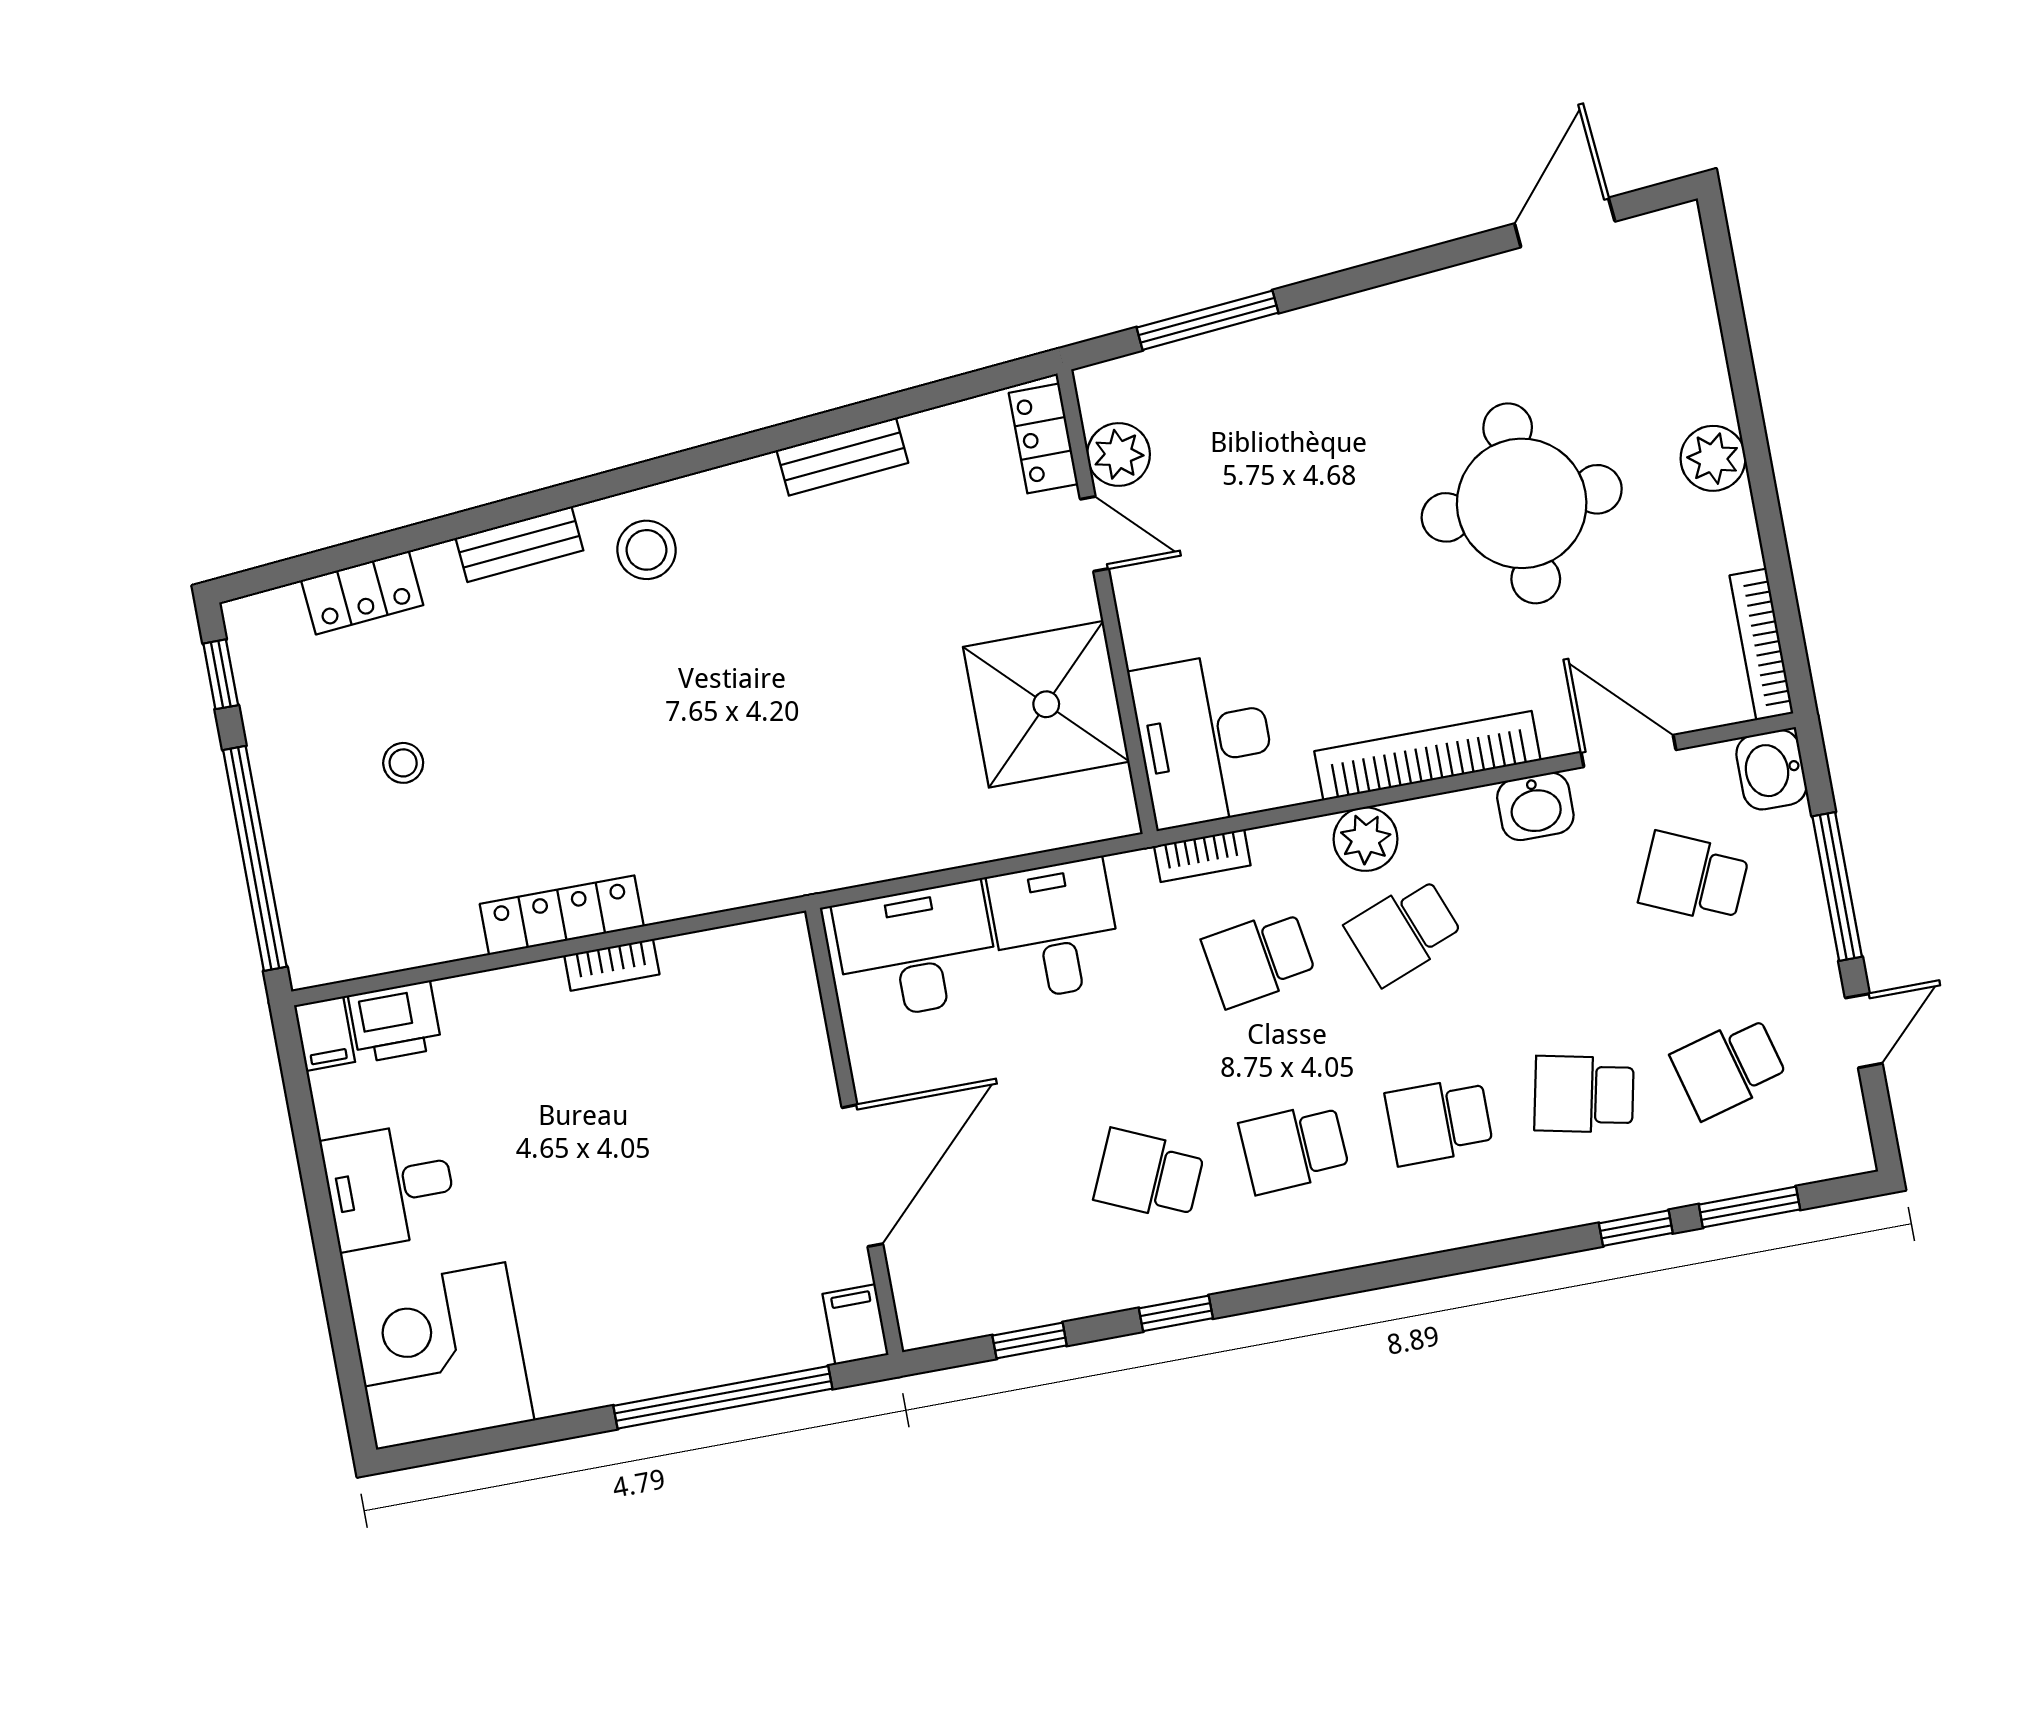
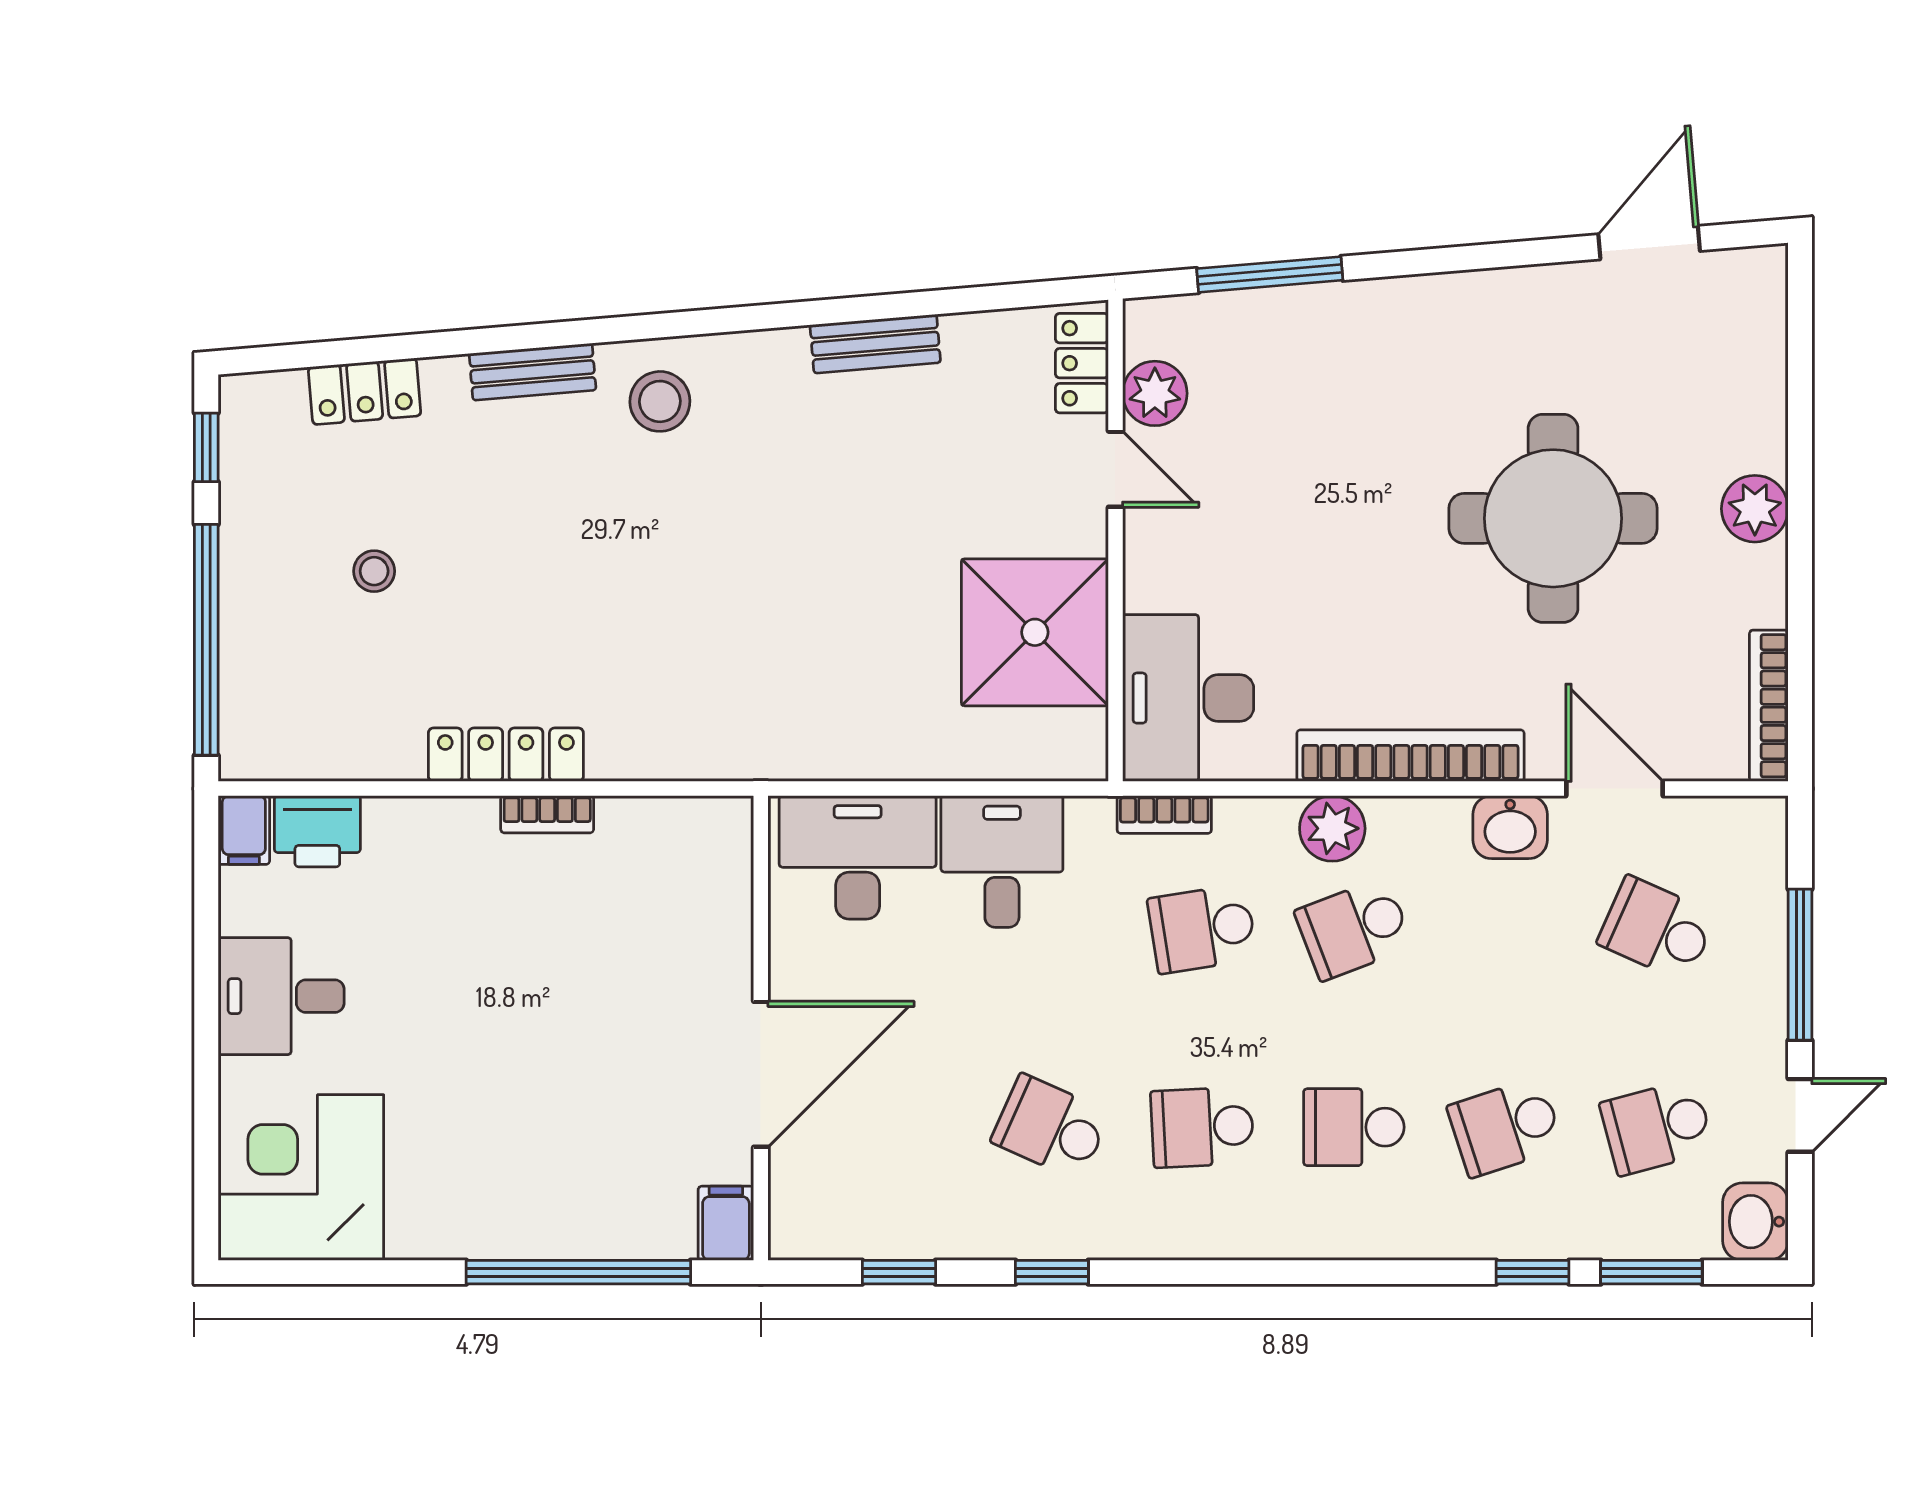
washbasin: (1771, 770) -> (1755, 1222), moved
school desk: (1584, 1094) -> (1505, 1127), turned -30

